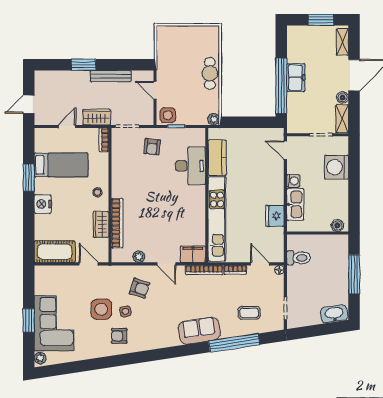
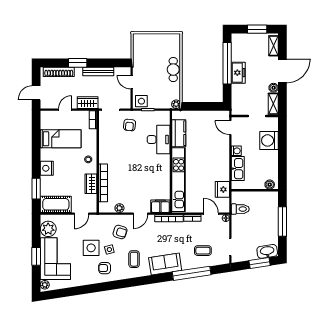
shoe rack: (59, 77) -> (59, 72), added
window: (281, 86) -> (227, 63), moved
window: (29, 178) -> (36, 189), moved
fridge: (275, 216) -> (222, 189), moved
door: (89, 264) -> (81, 214), swing flipped
door: (166, 264) -> (140, 214), hinge flipped
plant: (45, 284) -> (48, 229), added
coffee table: (158, 324) -> (134, 259), added
window: (324, 329) -> (260, 263), added

